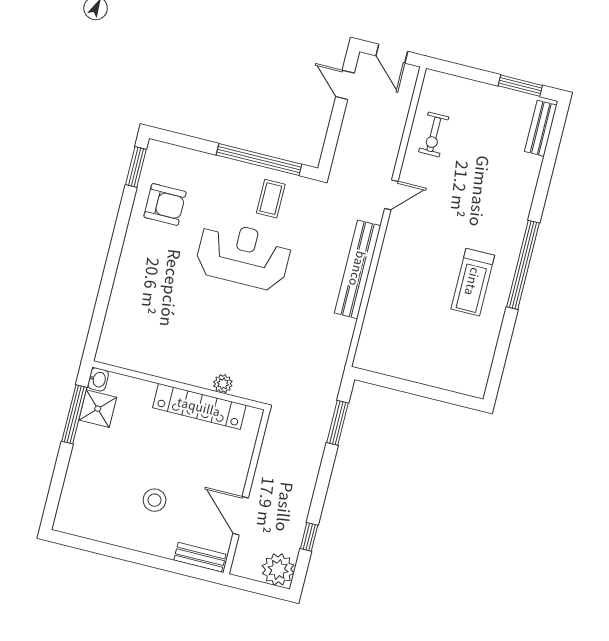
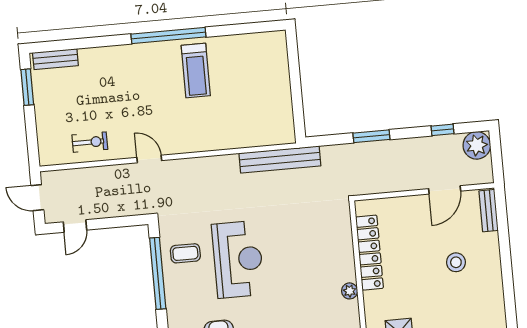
door: (392, 54) -> (37, 198), swing flipped
reception desk: (243, 255) -> (238, 259), turned 180
bench: (358, 269) -> (280, 160), moved
treadmill: (473, 282) -> (196, 71), turned 90
plant: (223, 384) -> (350, 291), moved
window: (338, 423) -> (371, 136), moved

